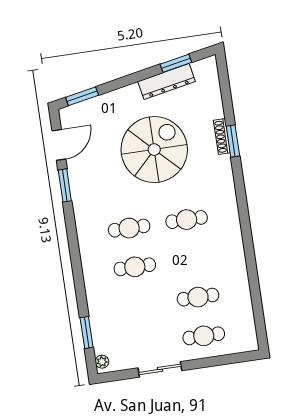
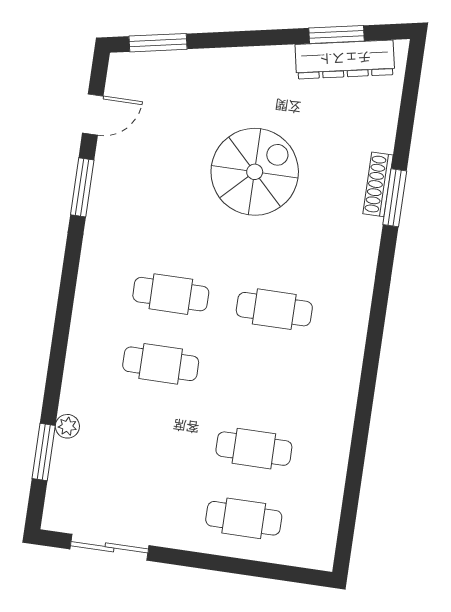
dresser: (167, 82) -> (345, 59), moved
door: (59, 145) -> (93, 115), width x0.73
spiral stairs: (154, 150) -> (255, 172), width x0.73, depth x0.73
plant: (102, 362) -> (67, 426), moved
sliding door: (160, 369) -> (110, 547), moved

